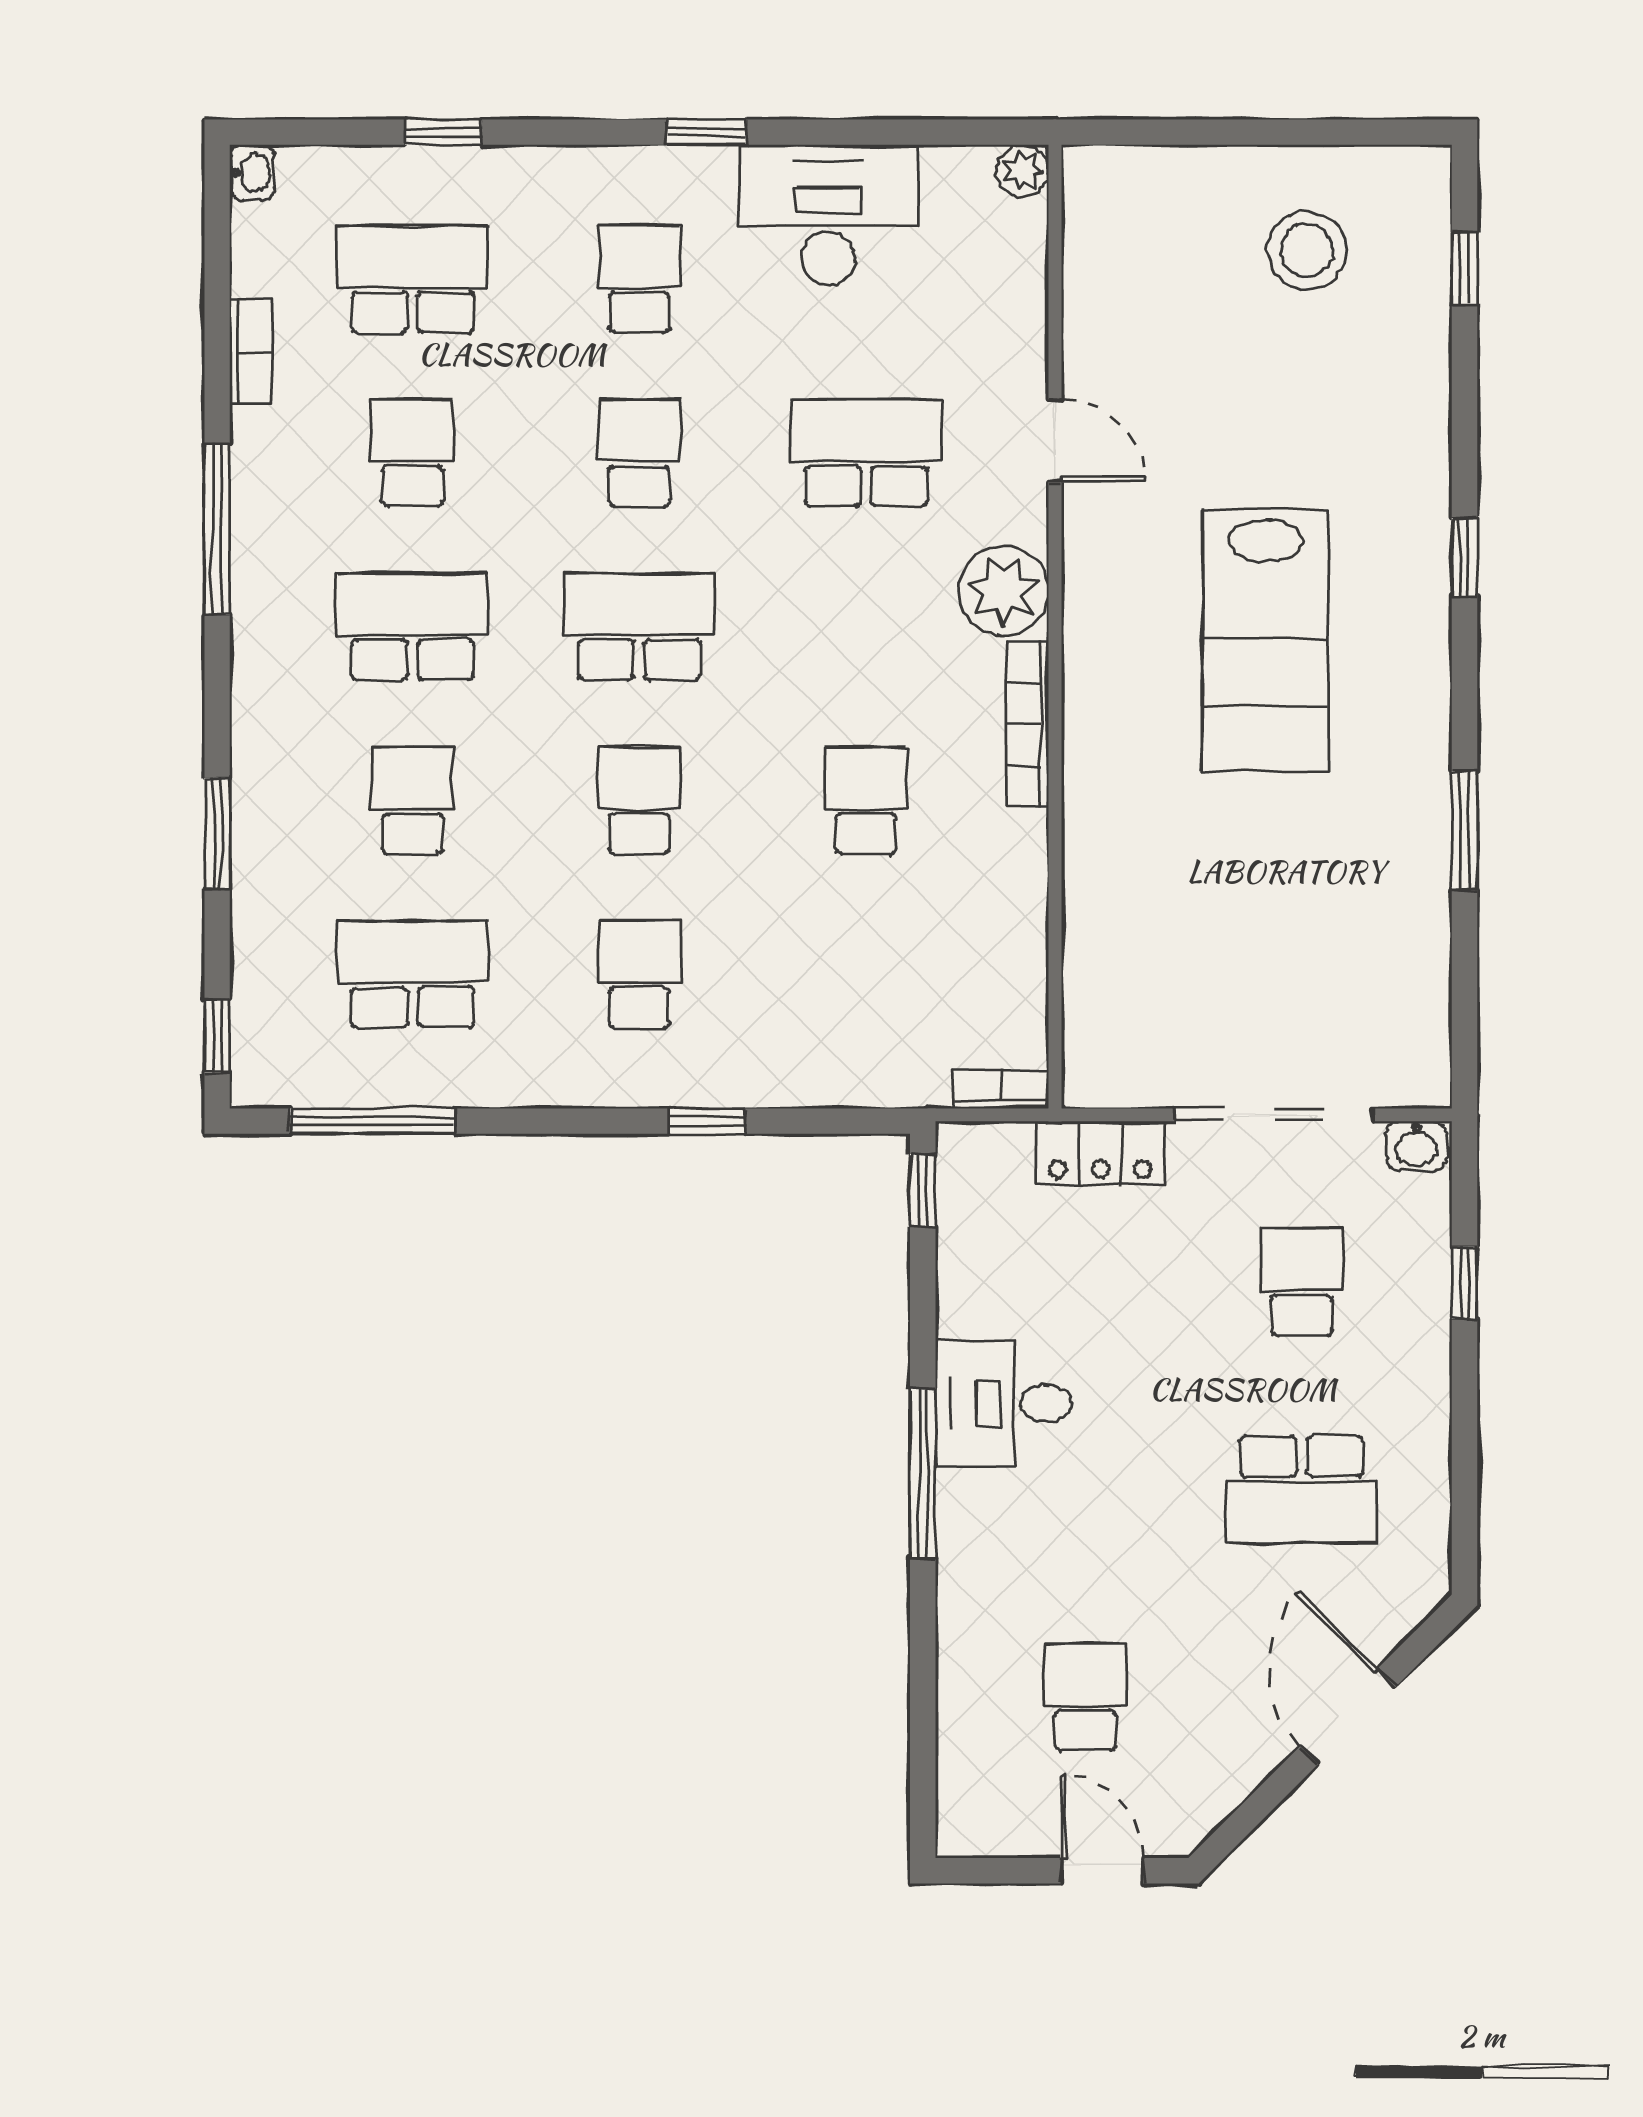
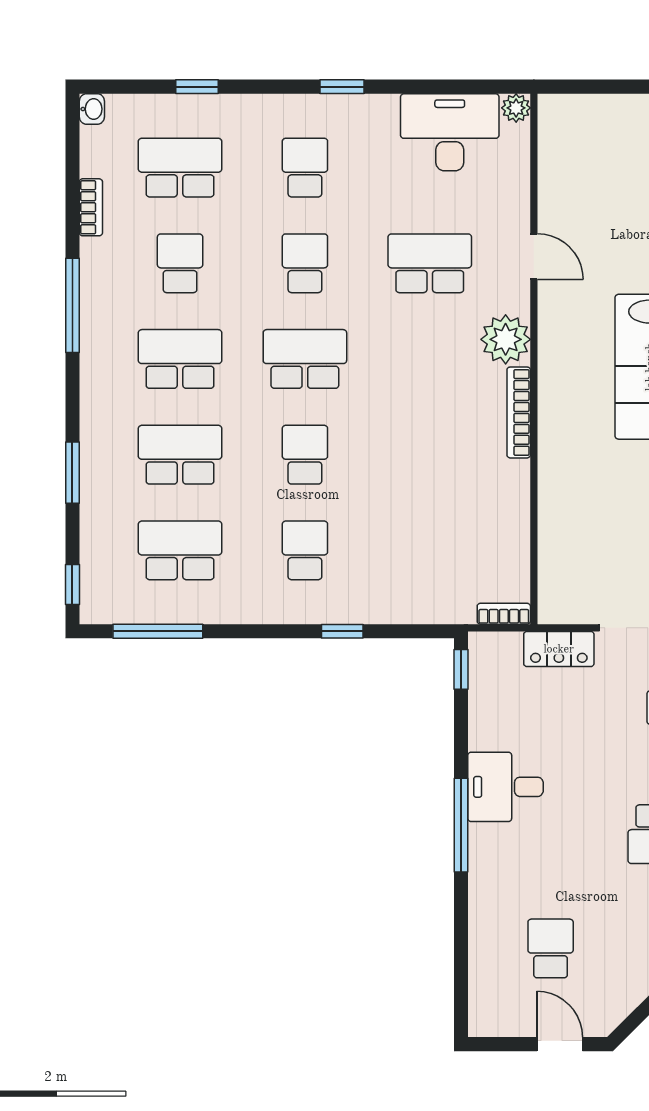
desk: (828, 215) -> (450, 132), moved
school desk: (412, 800) -> (180, 455), width x1.85
school desk: (866, 800) -> (430, 455), removed

